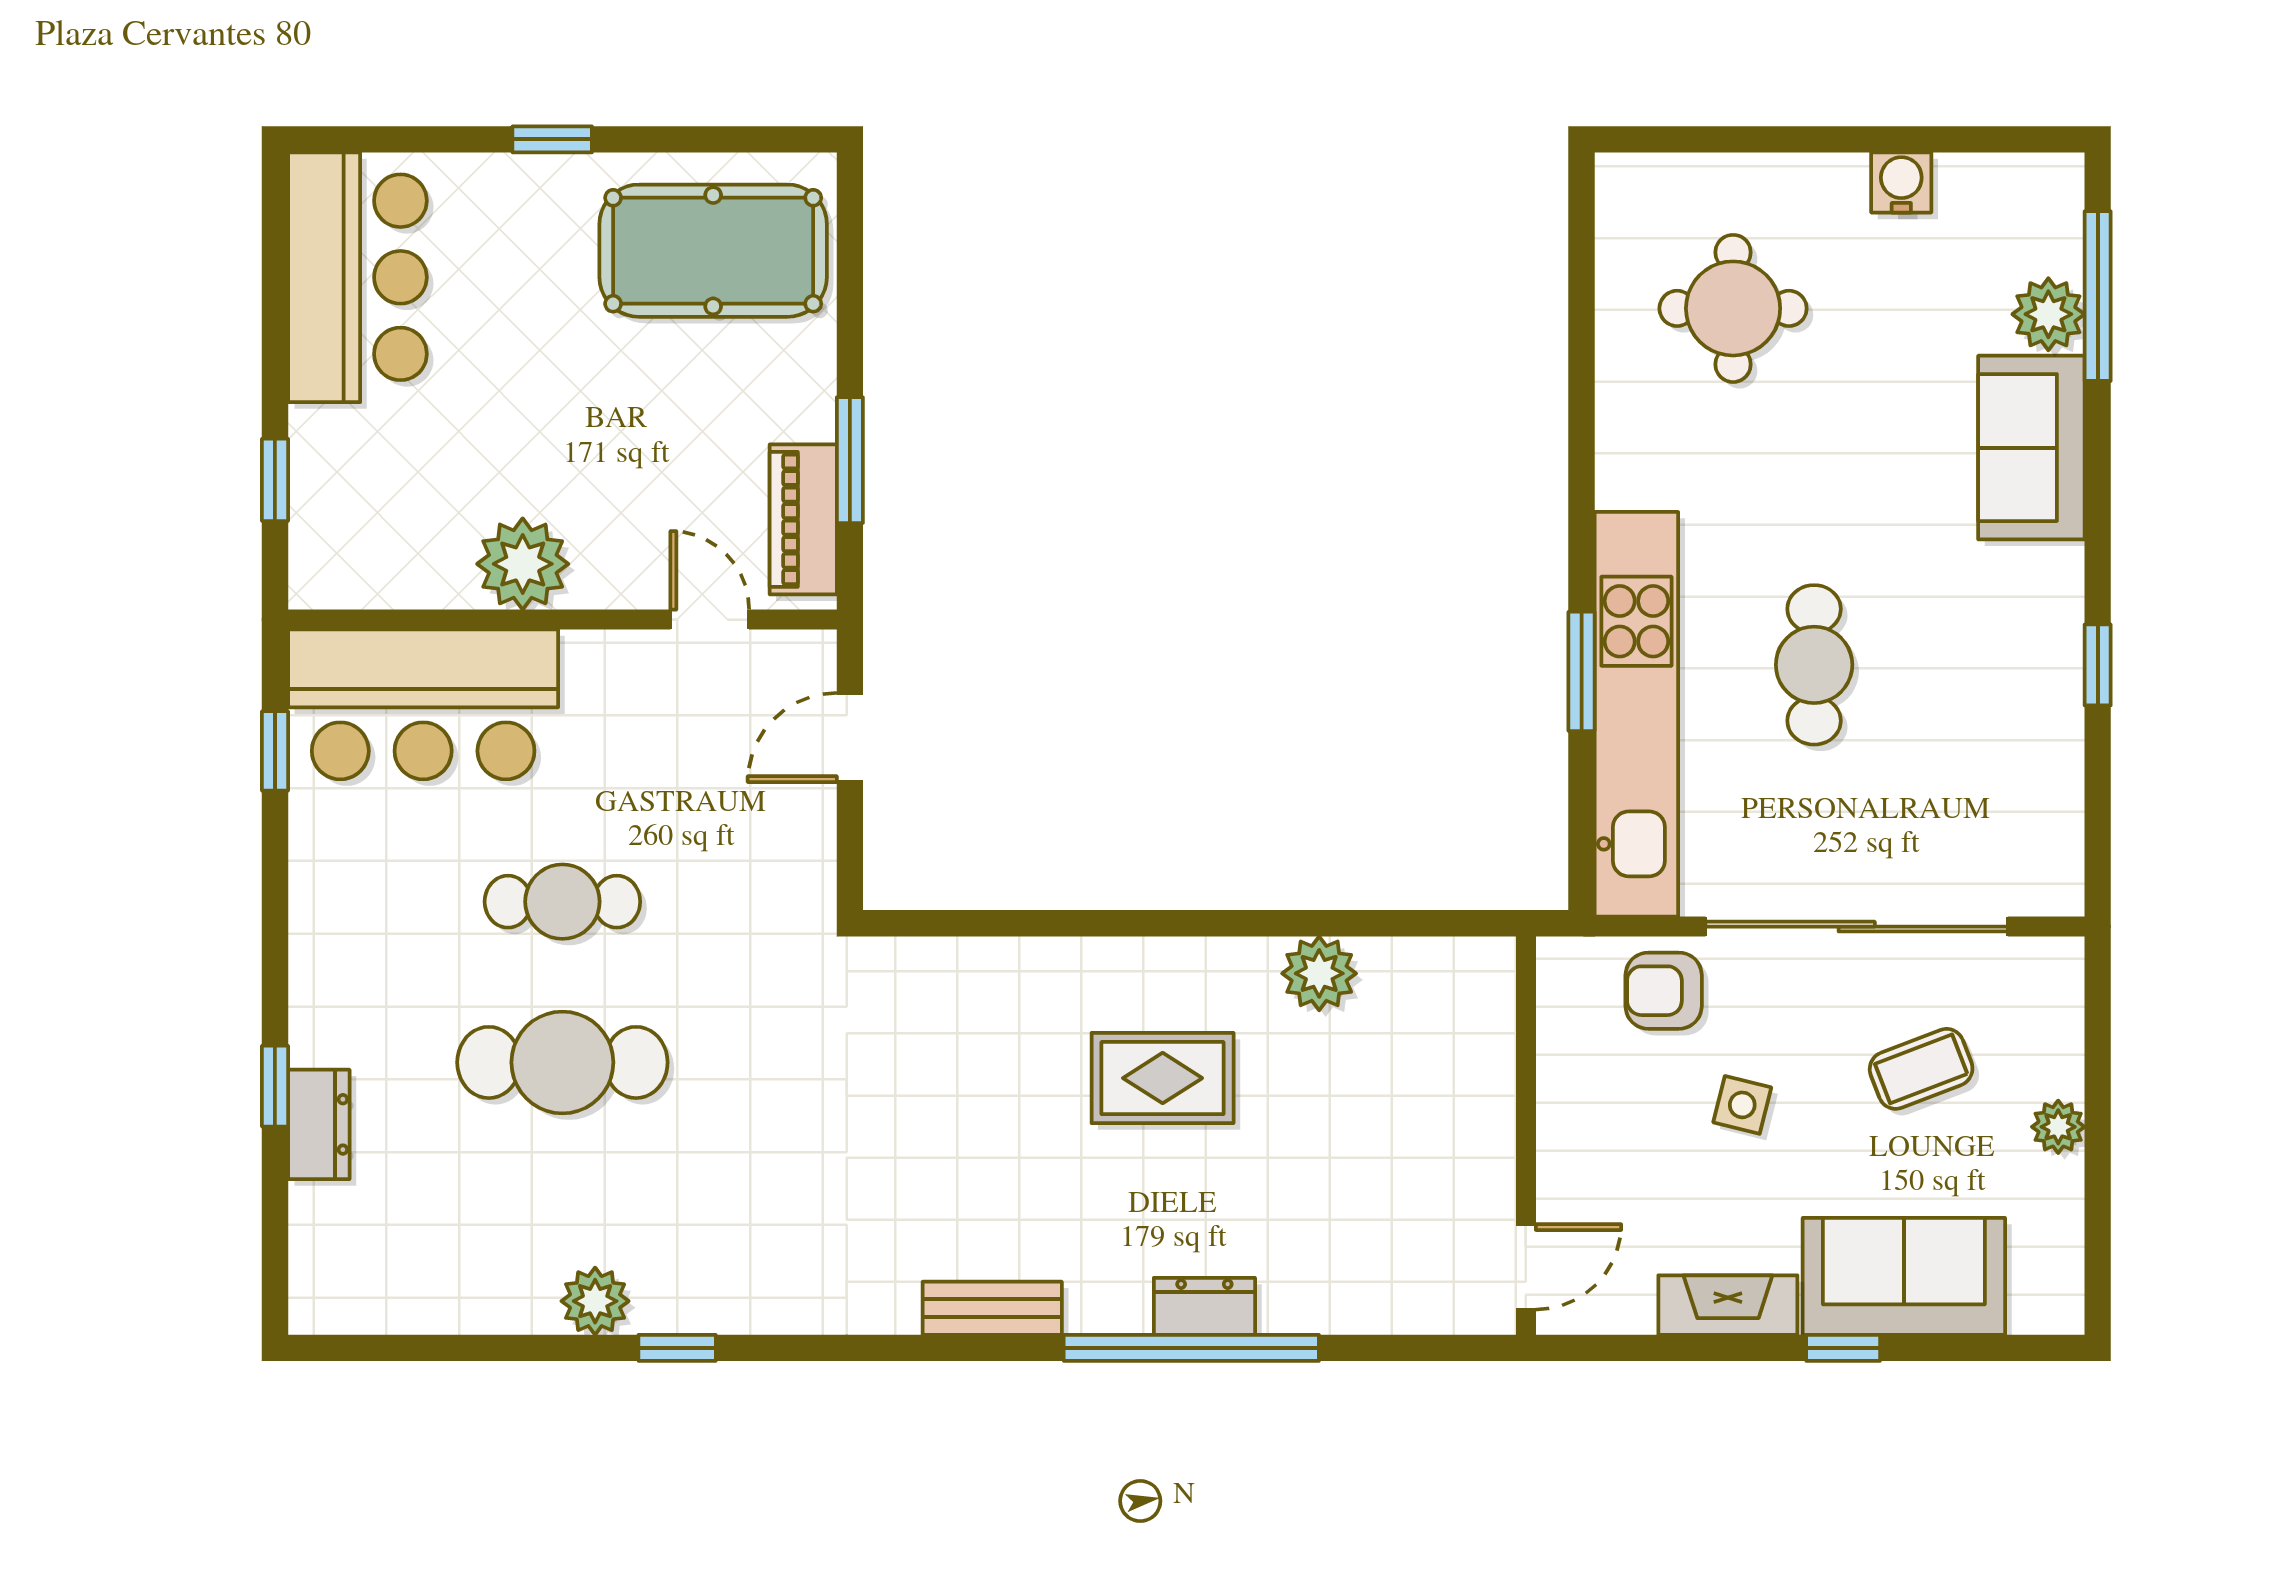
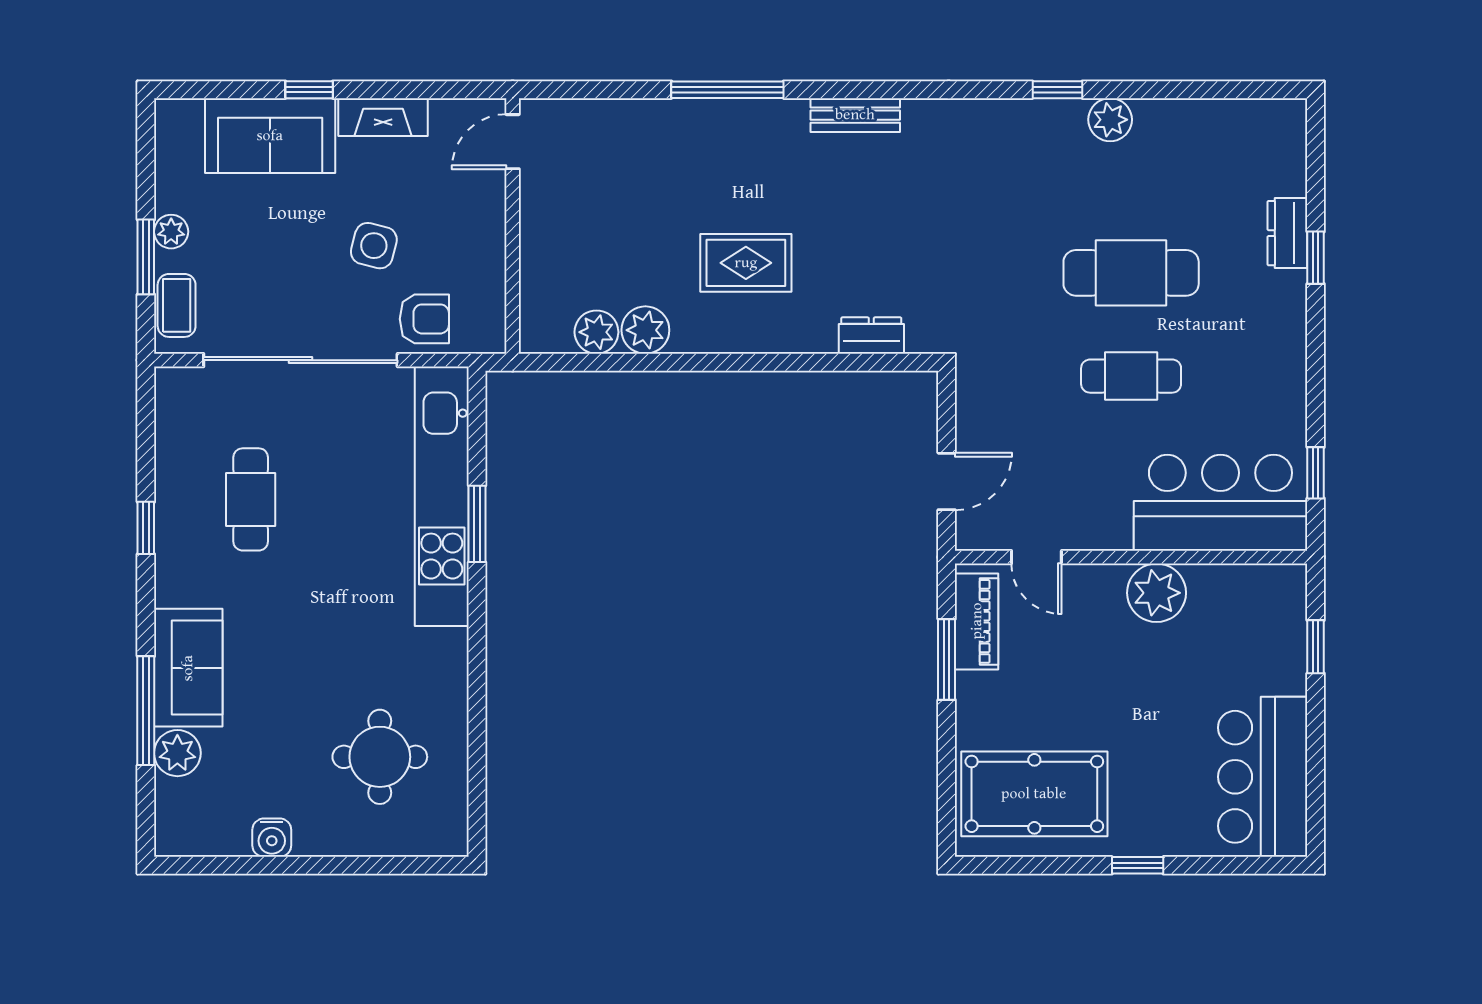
window: (2098, 296) -> (146, 711), moved
cafe table: (1814, 665) -> (251, 499), moved
plant: (1395, 970) -> (596, 332), added
coffee table: (1921, 1069) -> (177, 305), moved, turned -69
window: (2098, 1087) -> (146, 257), added
side table: (1742, 1105) -> (374, 246), width x1.37, depth x1.37
dresser: (1204, 1306) -> (871, 336), moved, turned 180
window: (1191, 1348) -> (727, 90), width x0.68

